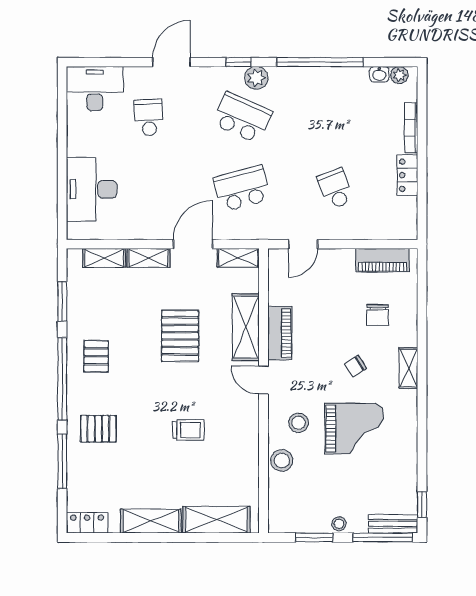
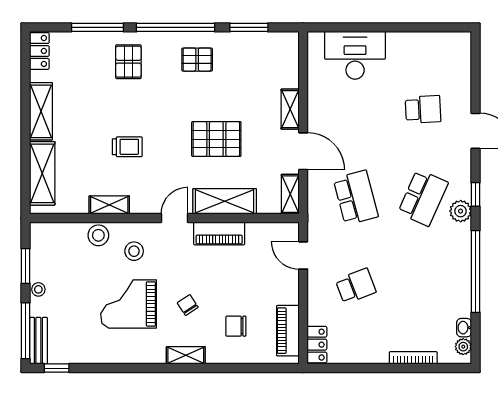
desk: (95, 89) -> (450, 58), removed
locker: (407, 175) -> (317, 345), moved, turned 90
shelving: (104, 258) -> (109, 205), moved, turned 90
grand piano: (354, 429) -> (129, 304), turned 90
trolley: (188, 430) -> (127, 147), turned -90

